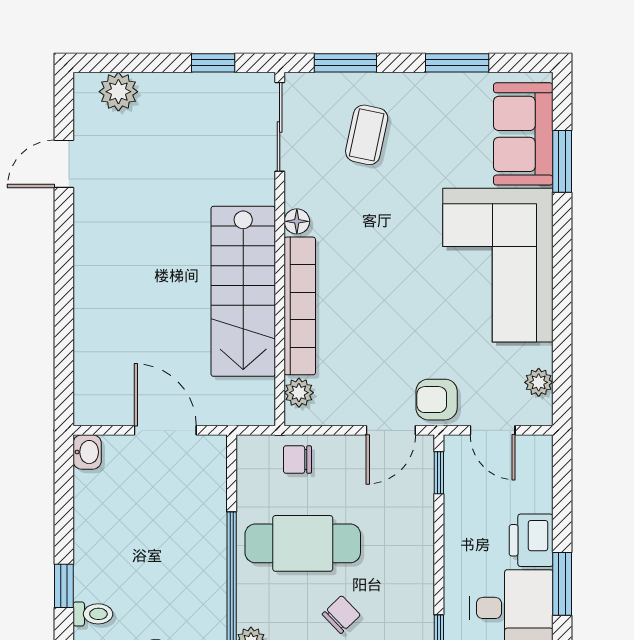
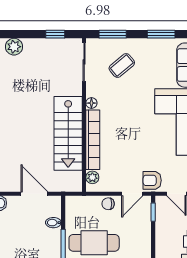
coffee table: (367, 135) -> (122, 65), turned 38
chair: (297, 460) -> (108, 204), moved
bidet: (209, 497) -> (53, 223), added

